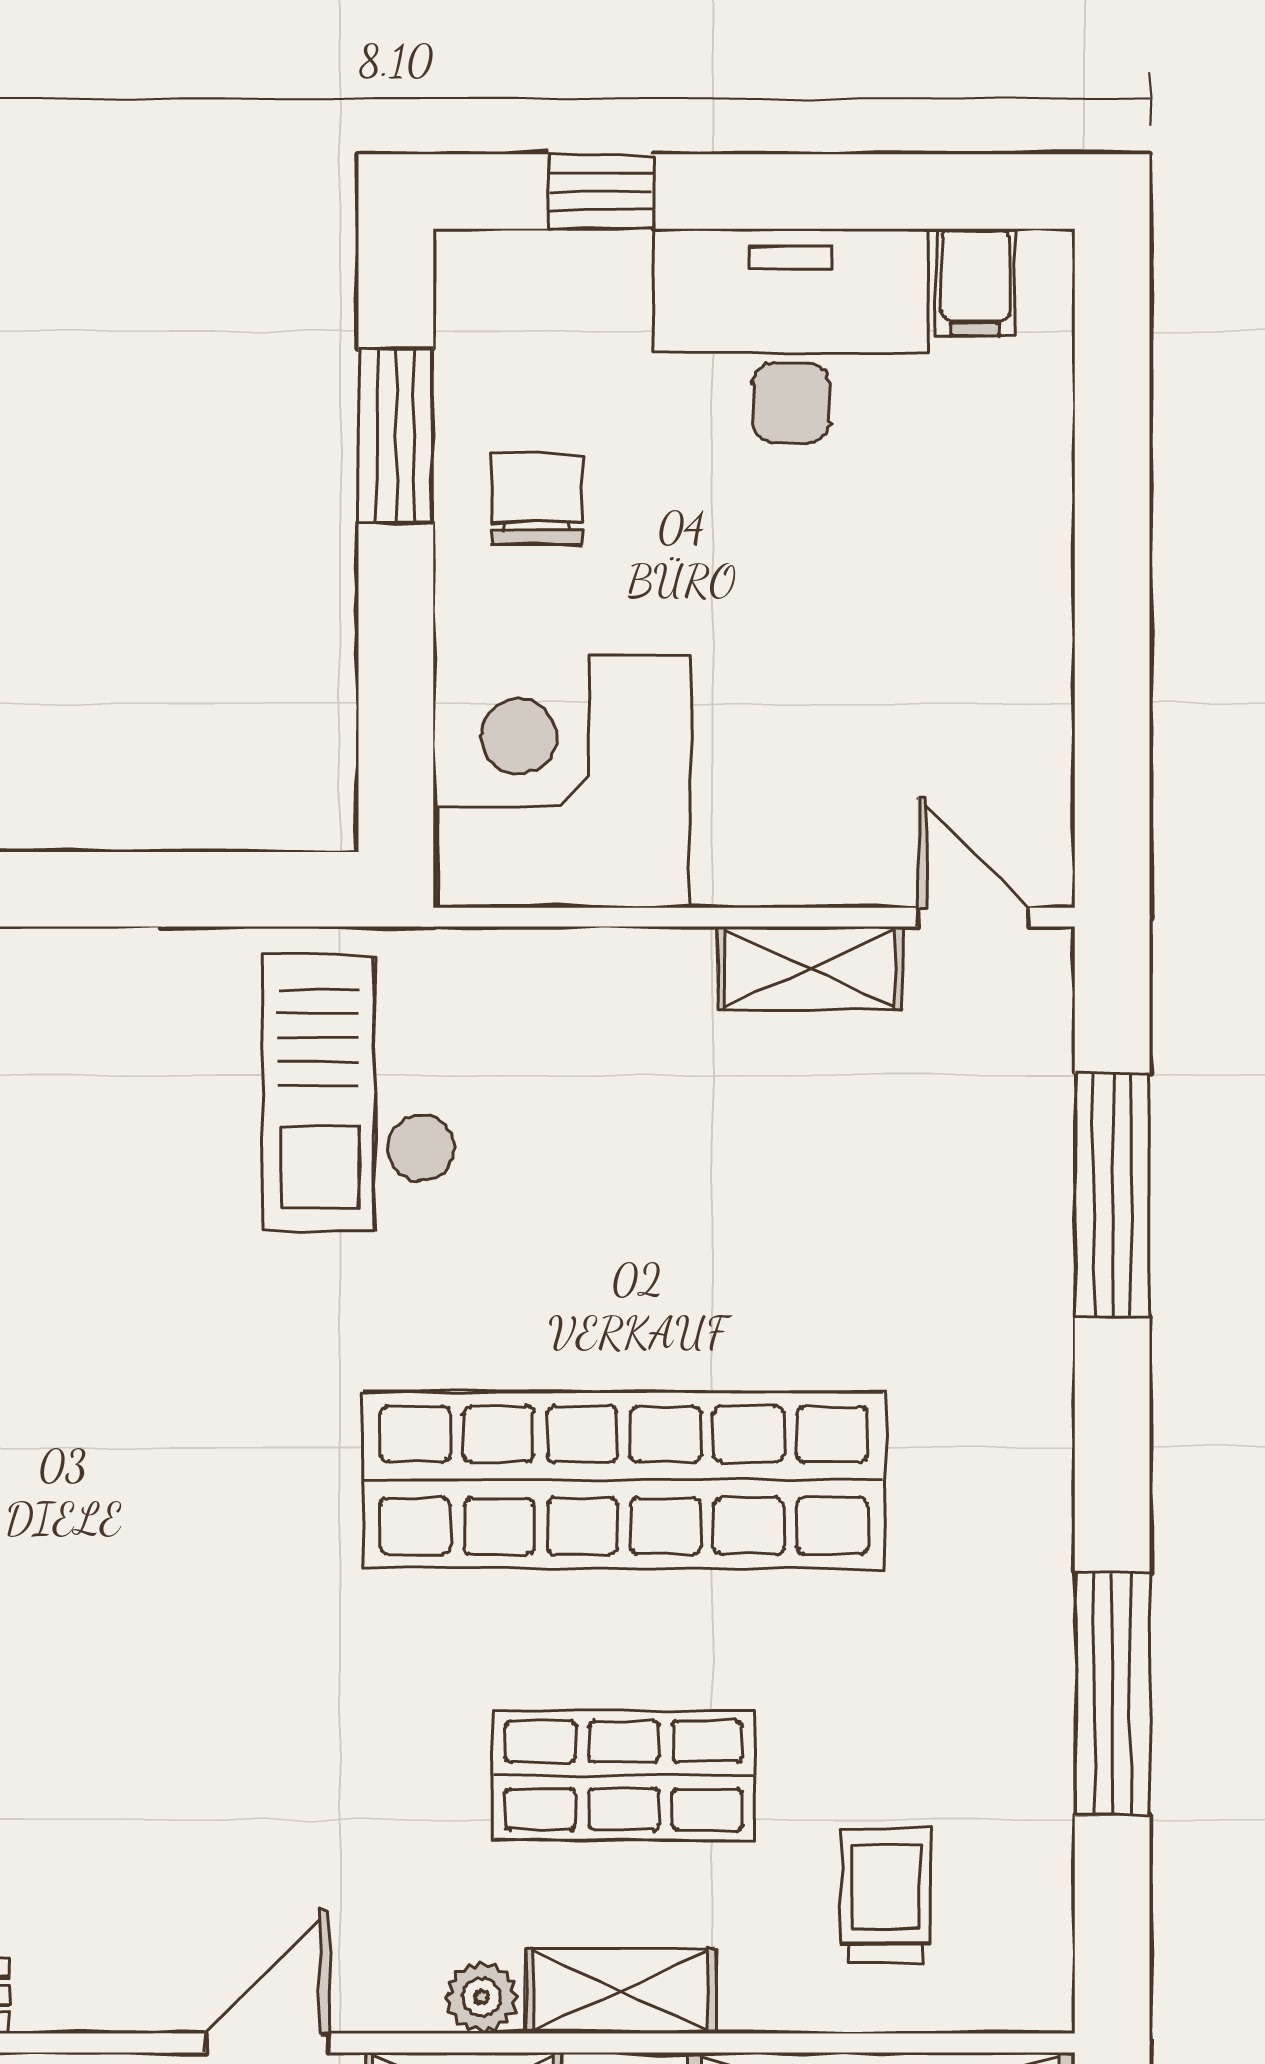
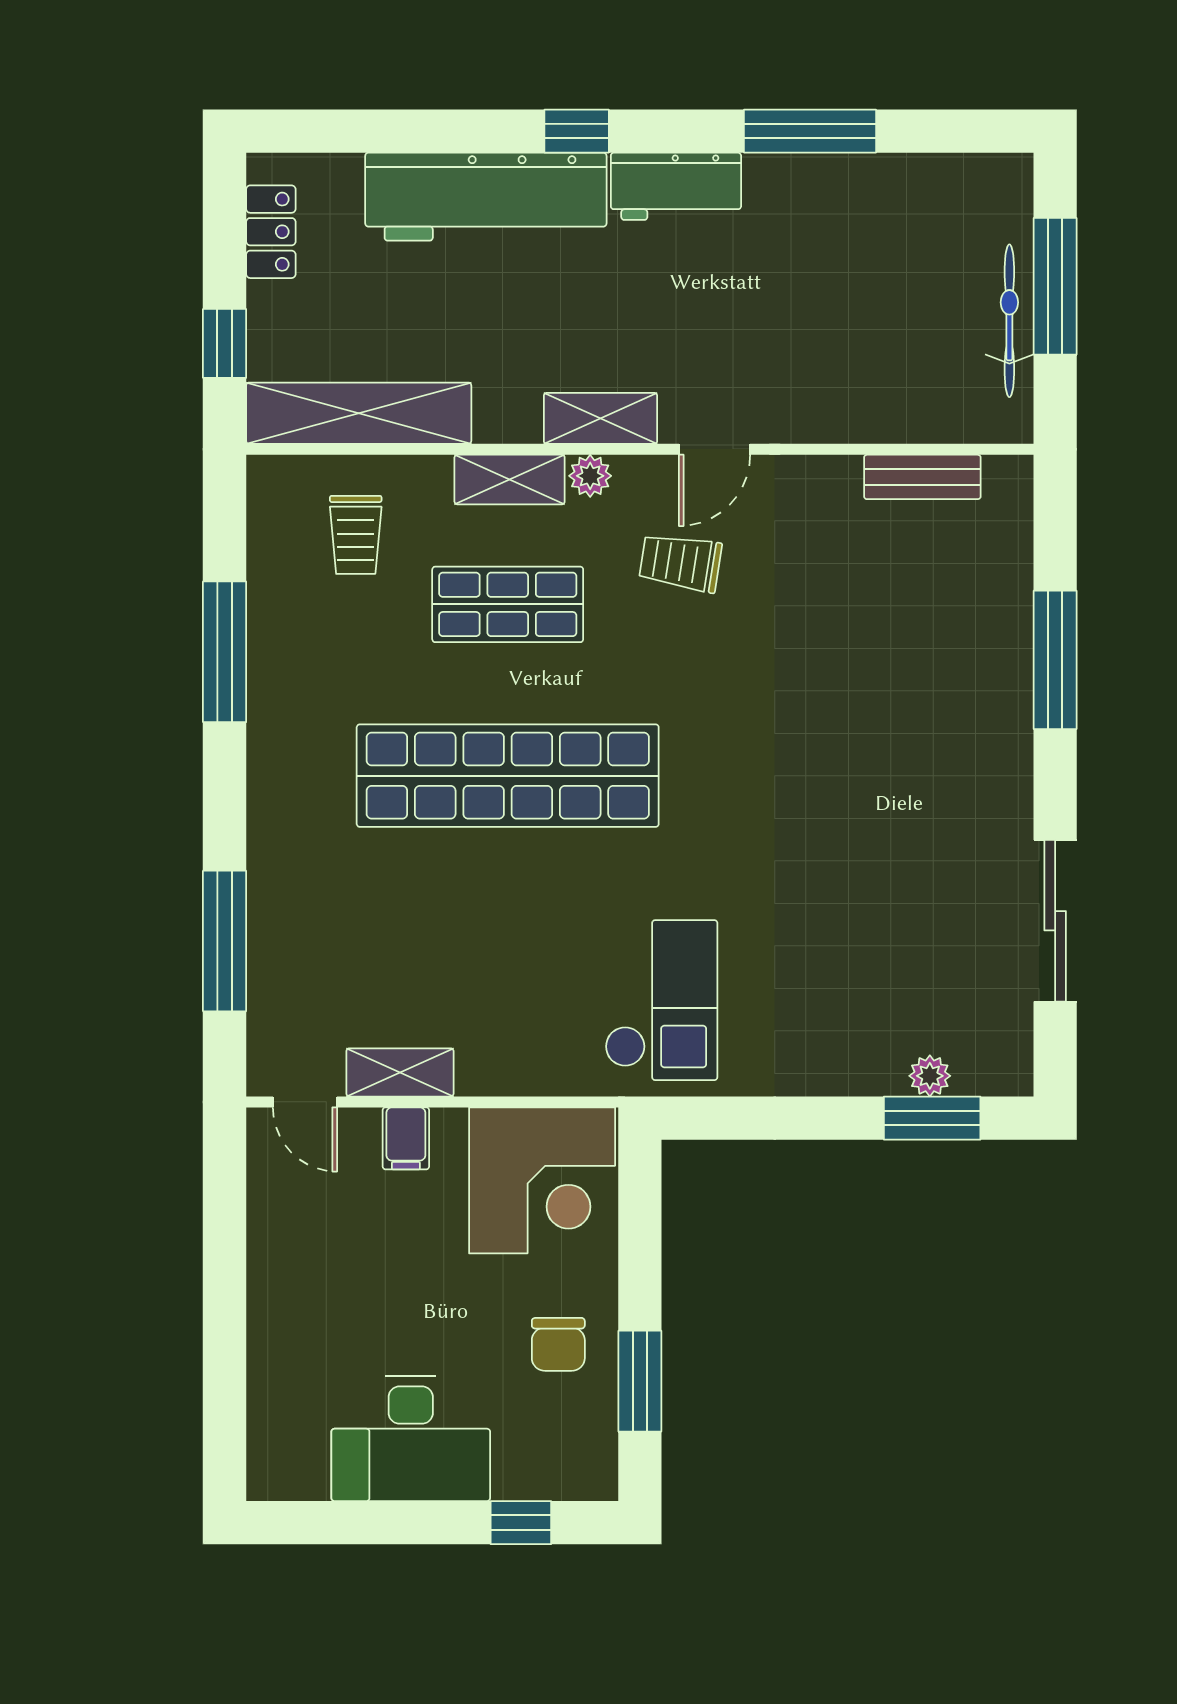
filing cabinet: (976, 282) -> (406, 1138), moved, turned 180
trolley: (326, 1848) -> (680, 562), added

